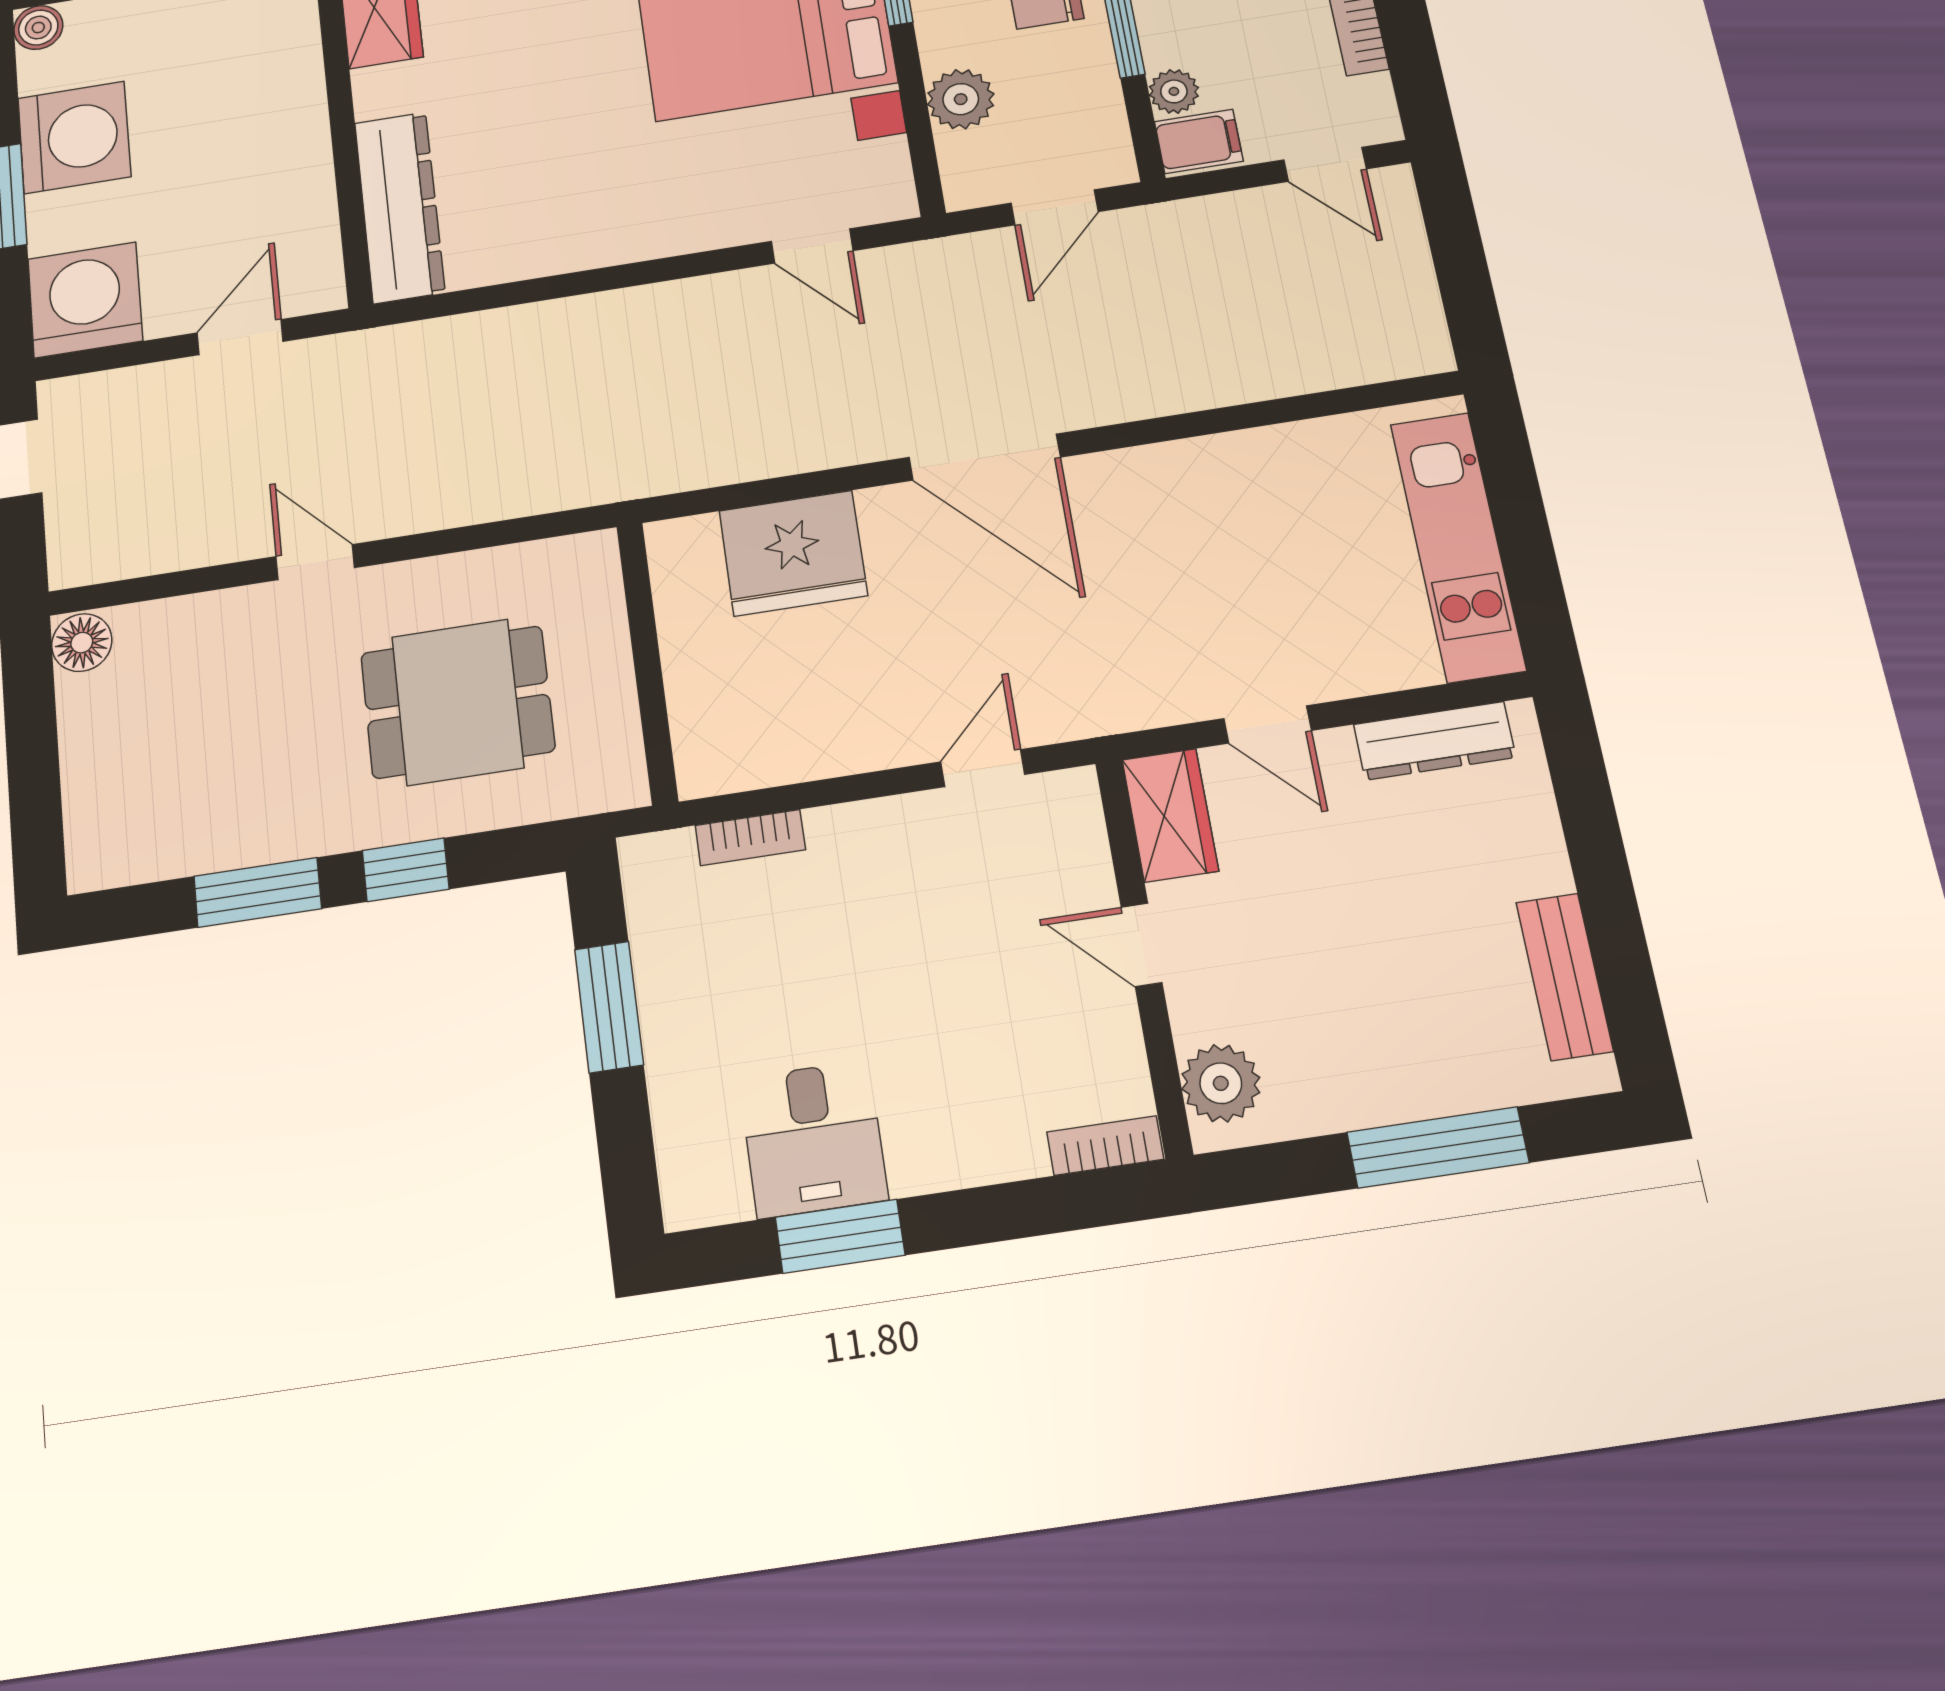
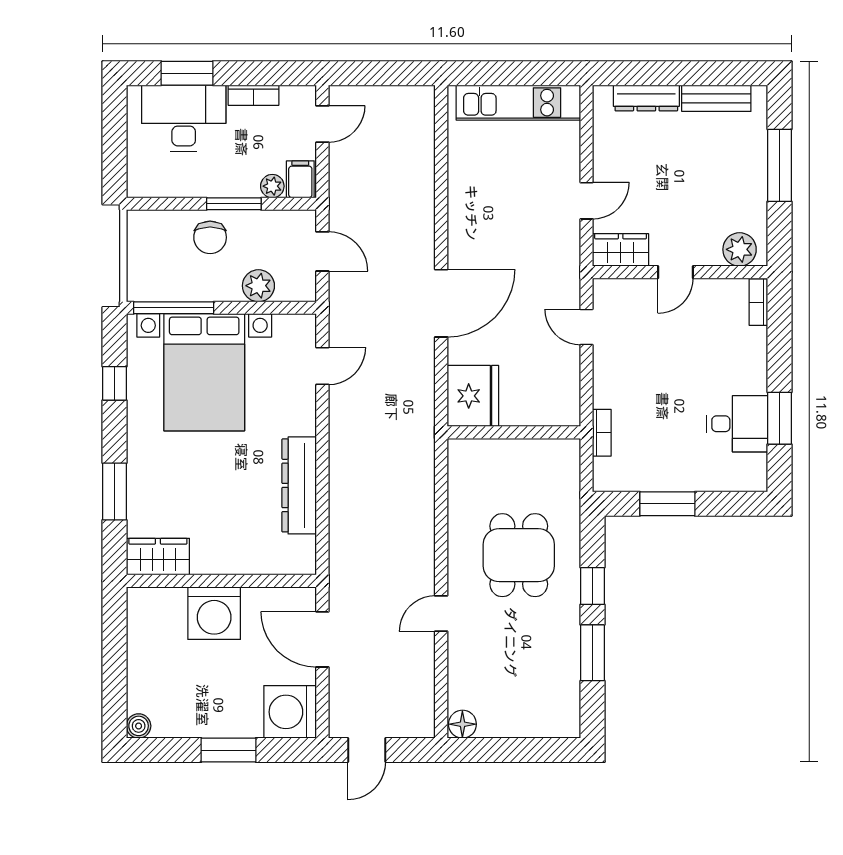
washing machine: (74, 137) -> (214, 613), moved, turned 180
dresser: (400, 207) -> (299, 485), moved, turned -90
door: (240, 337) -> (322, 639), width x1.38
wall: (647, 662) -> (514, 432), moved
dresser: (1435, 741) -> (646, 98), moved, turned 90

